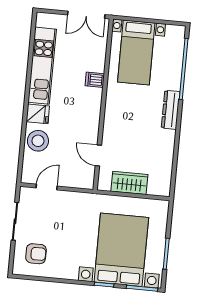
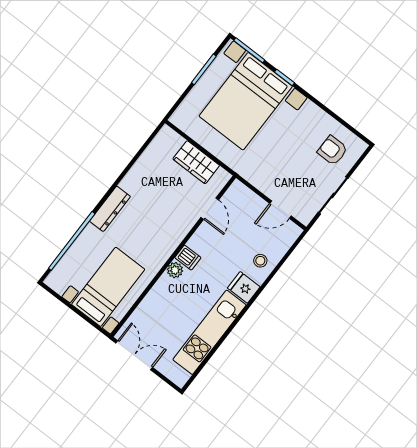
dishwasher: (95, 80) -> (188, 258), moved
plant: (96, 95) -> (175, 270), added
stool: (38, 141) -> (260, 261), width x0.53, depth x0.53

